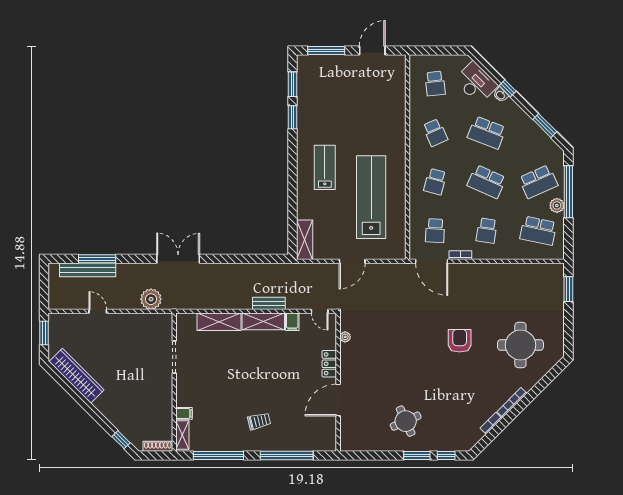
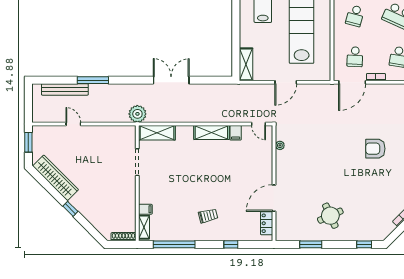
window: (97, 259) -> (93, 80), moved
double door: (178, 259) -> (171, 80), moved
door: (432, 261) -> (352, 82), hinge flipped
plant: (151, 299) -> (137, 114), moved
bench: (269, 303) -> (216, 117), removed
shelving: (219, 322) -> (157, 133), moved
armchair: (460, 341) -> (375, 149), turned -90
locker: (329, 364) -> (267, 223), moved
window: (121, 440) -> (70, 209), moved
window: (287, 455) -> (231, 244), width x0.32
window: (417, 455) -> (311, 244), moved

